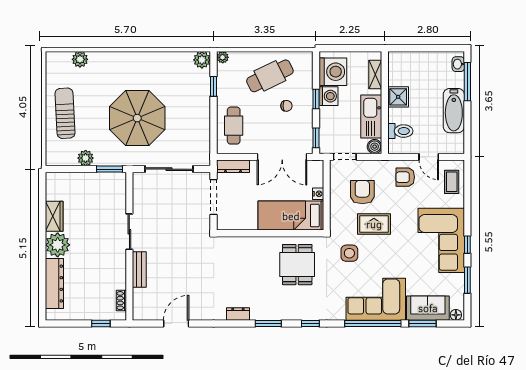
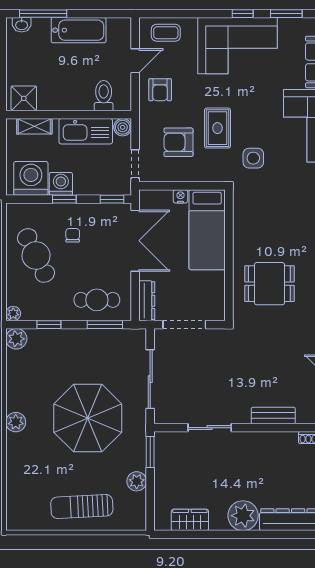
plant: (80, 59) -> (16, 422), moved
shower: (398, 97) -> (24, 98), moved
window: (214, 132) -> (105, 325), added
wardrobe: (54, 216) -> (190, 520), moved
sliding door: (129, 232) -> (210, 428), moved
dining table: (297, 265) -> (269, 284), moved

